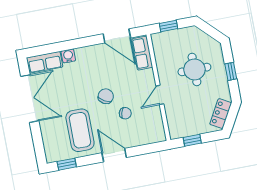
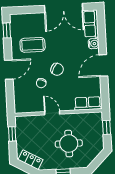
door: (117, 36) -> (103, 65), moved
coffee table: (80, 130) -> (33, 45), width x0.73, depth x0.76

